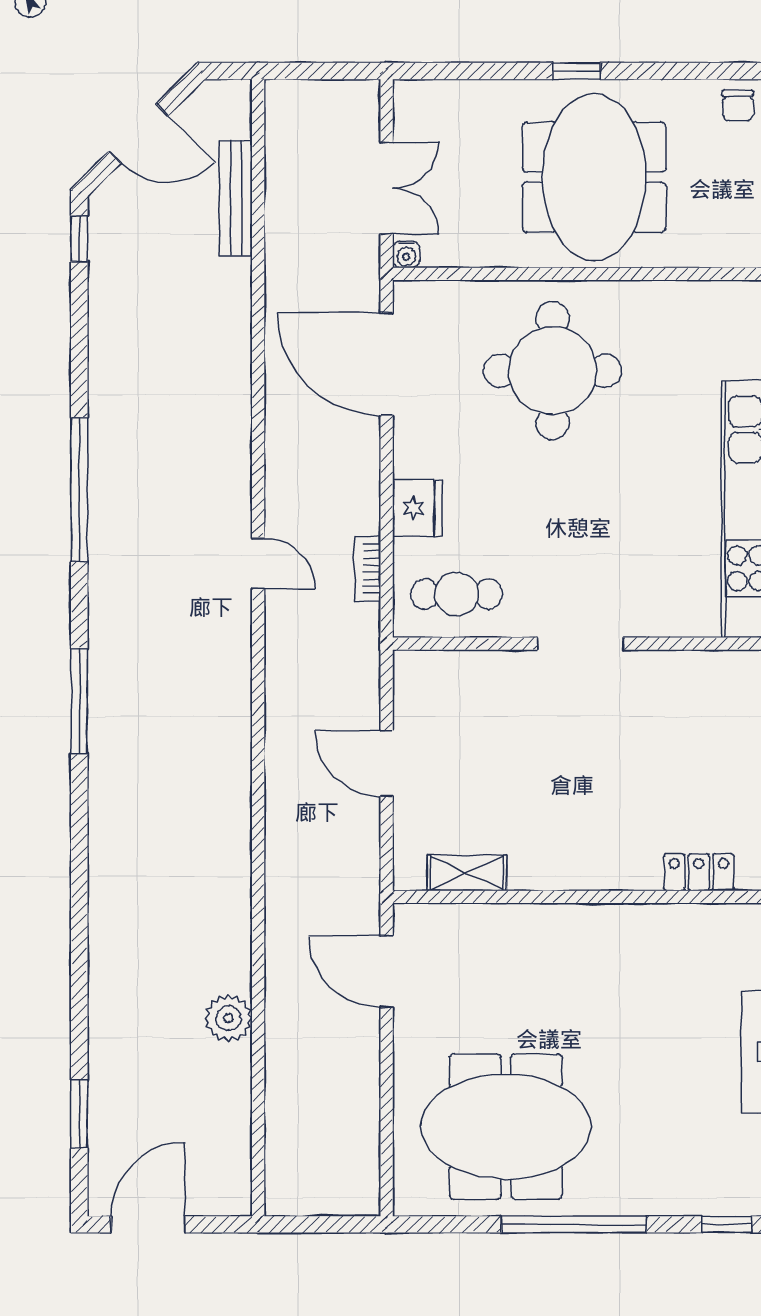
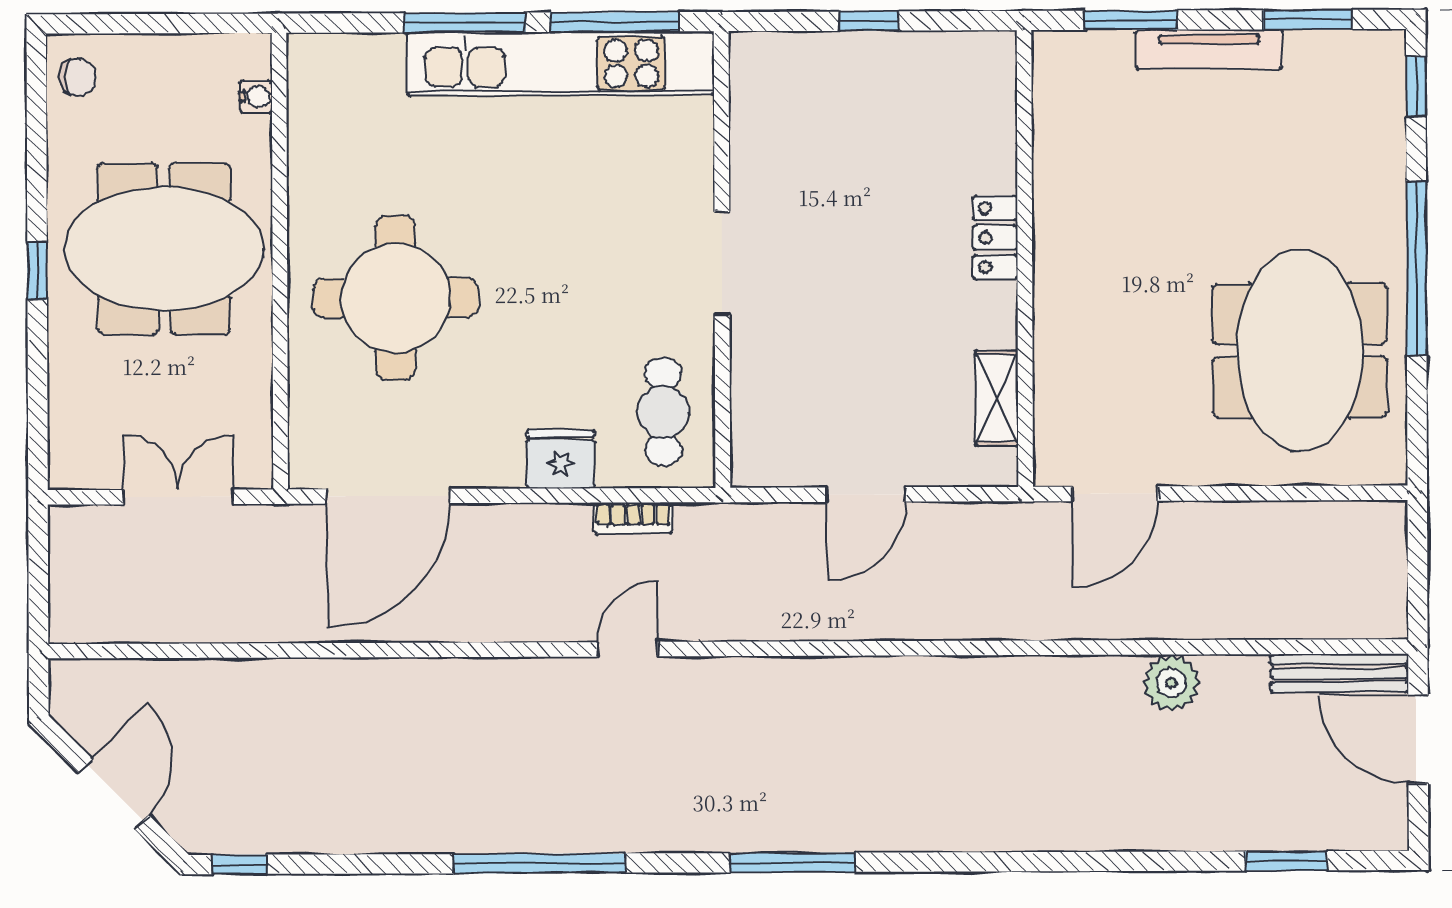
bench: (236, 198) -> (1340, 673), moved
water cooler: (406, 255) -> (256, 97), moved
locker: (699, 872) -> (995, 238), moved
door: (148, 1224) -> (1418, 739), moved

